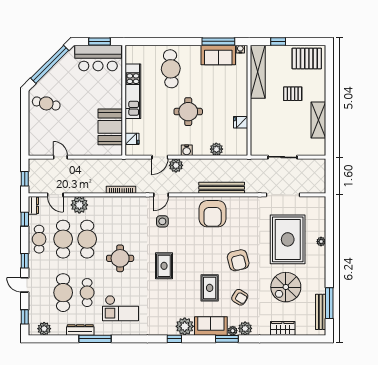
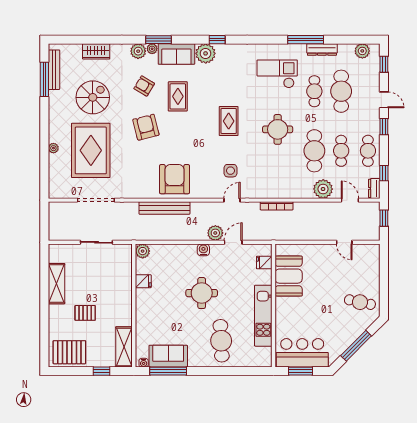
window: (50, 64) -> (356, 346), width x0.68
shelving: (258, 72) -> (124, 347), width x0.68
plant: (216, 149) -> (143, 251), moved
cafe table: (63, 239) -> (341, 151), width x0.73, depth x0.74

